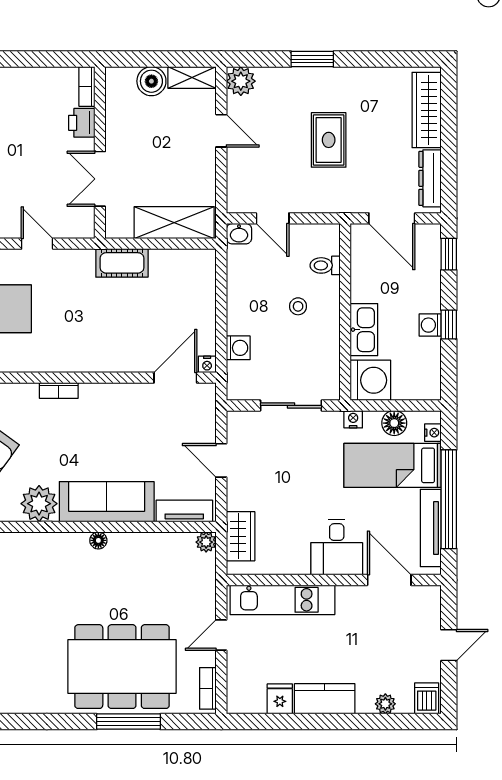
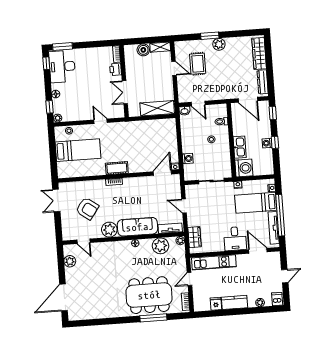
plant: (241, 81) -> (219, 44), moved
rug: (329, 140) -> (198, 64), moved
cot: (122, 263) -> (117, 168), moved
floor lamp: (394, 423) -> (255, 185), removed
plant: (158, 551) -> (160, 246), added

